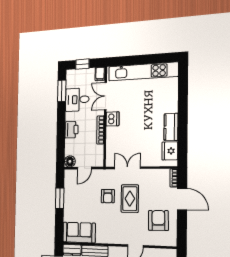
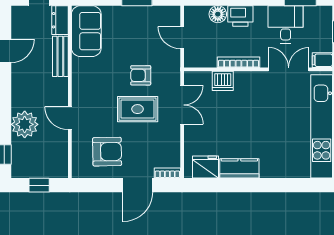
dishwasher: (113, 119) -> (223, 81), moved
floor lamp: (70, 161) -> (218, 14), moved

